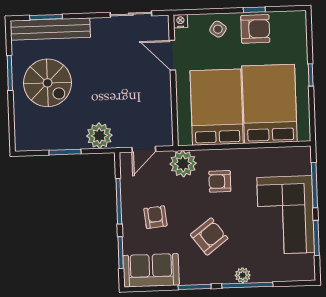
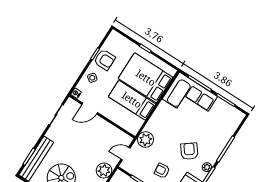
armchair: (255, 29) -> (105, 60), turned 90
bed: (217, 107) -> (132, 100), width x0.67
door: (144, 149) -> (125, 154), swing flipped
armchair: (220, 181) -> (166, 128), removed
corner sofa: (286, 215) -> (190, 98), moved
plant: (243, 275) -> (207, 167), moved

